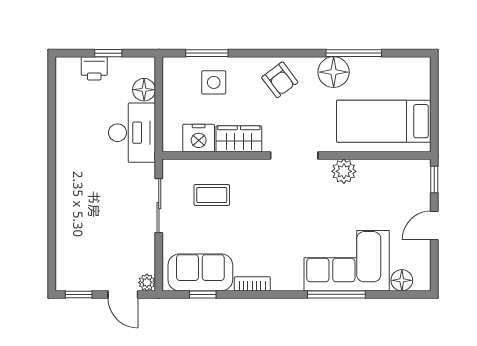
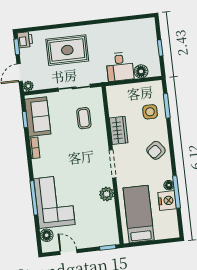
printer: (94, 68) -> (25, 40), moved, turned 180
floor lamp: (334, 72) -> (169, 185), width x0.53, depth x0.53
desk: (132, 133) -> (120, 67), width x0.73
nightstand: (199, 138) -> (167, 201), moved, turned 180
rug: (94, 210) -> (67, 50), added
door: (434, 225) -> (68, 252), moved

